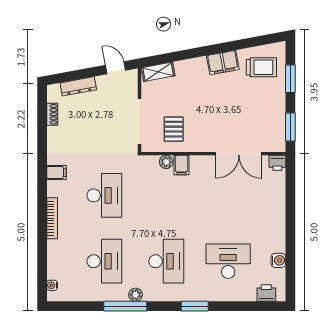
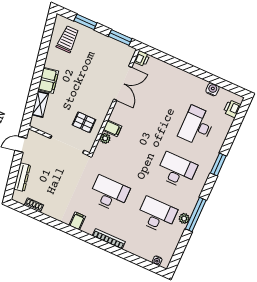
filing cabinet: (223, 63) -> (48, 80), moved
shelving: (158, 72) -> (40, 104), moved
plant: (136, 295) -> (184, 218), moved

